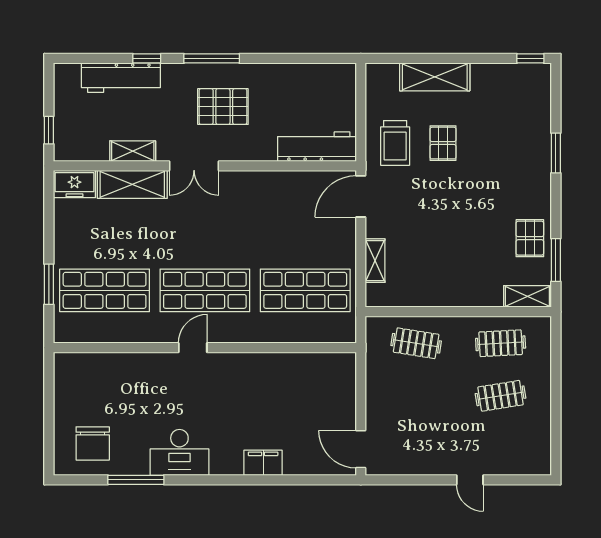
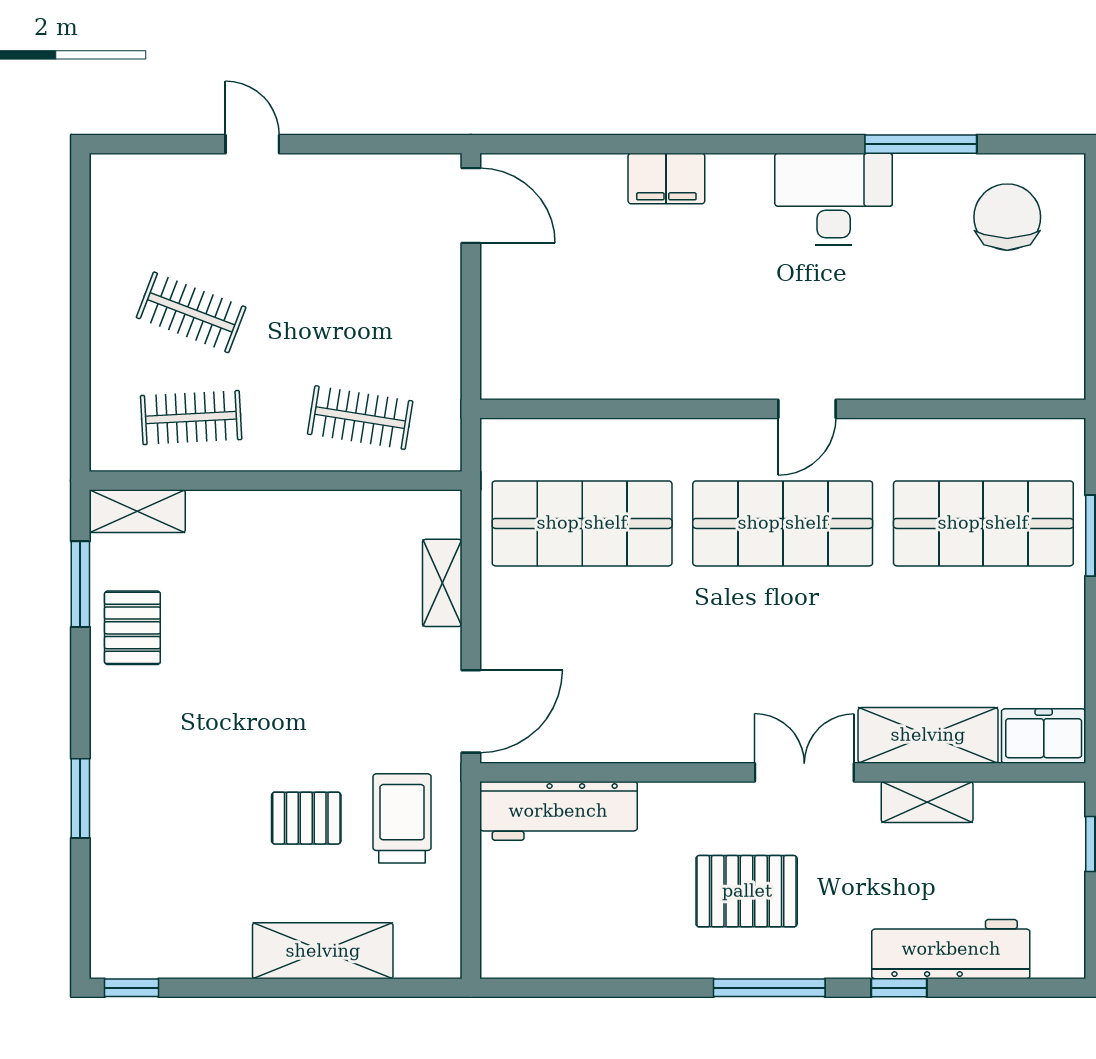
pallet: (443, 143) -> (306, 818), turned 90
clothes rail: (501, 396) -> (191, 312), turned 30

